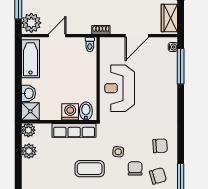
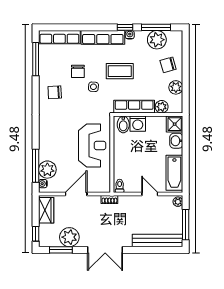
plant: (31, 23) -> (178, 202), width x0.53, depth x0.53
door: (57, 36) -> (150, 194), swing flipped
plant: (168, 62) -> (47, 170), added
plant: (28, 130) -> (162, 107), moved
chair: (158, 176) -> (168, 65), moved

